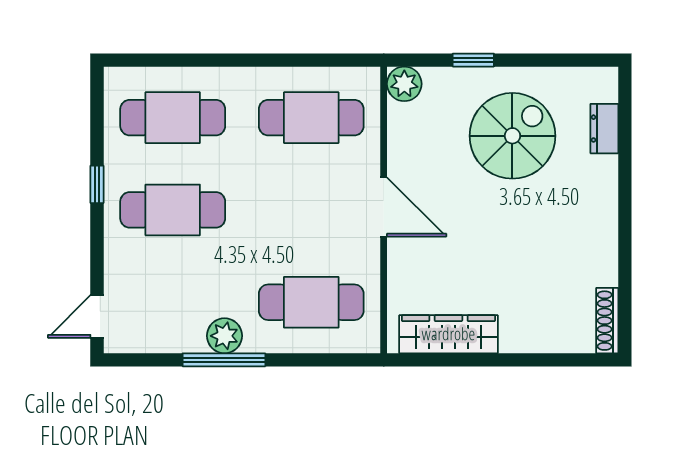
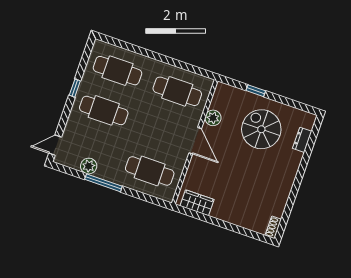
plant: (404, 84) -> (213, 118), moved
spiral stairs: (512, 136) -> (261, 129), turned -90
shoe rack: (607, 321) -> (273, 227), width x0.70
wardrobe: (448, 334) -> (197, 203), width x0.67
plant: (224, 336) -> (89, 166), moved

